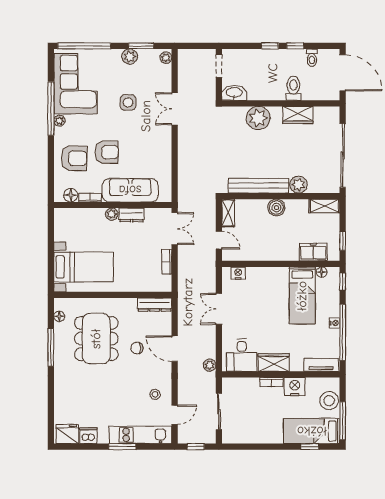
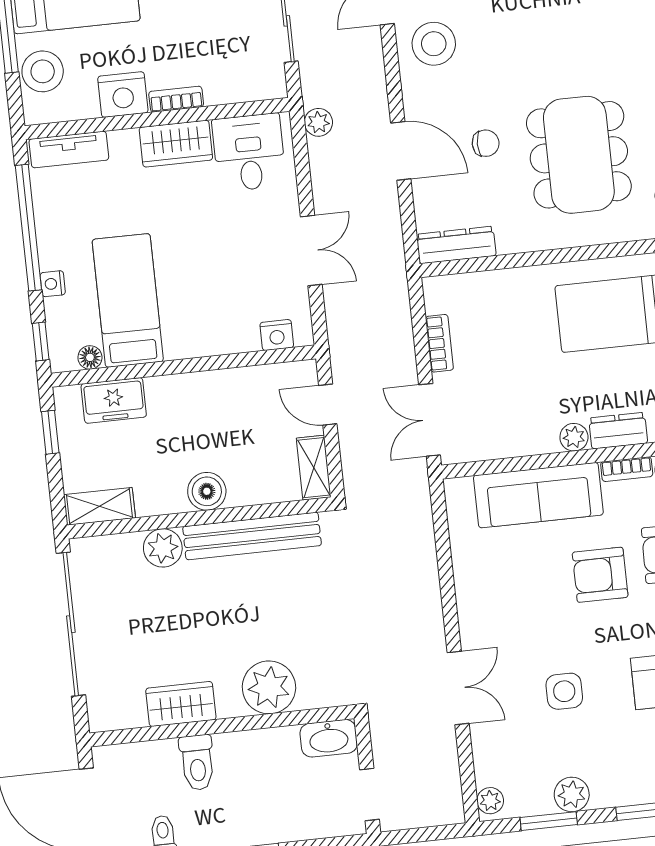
dresser: (132, 215) -> (618, 431), moved
nightstand: (335, 323) -> (53, 284), moved
stool: (155, 394) -> (434, 44), width x1.89, depth x1.89

